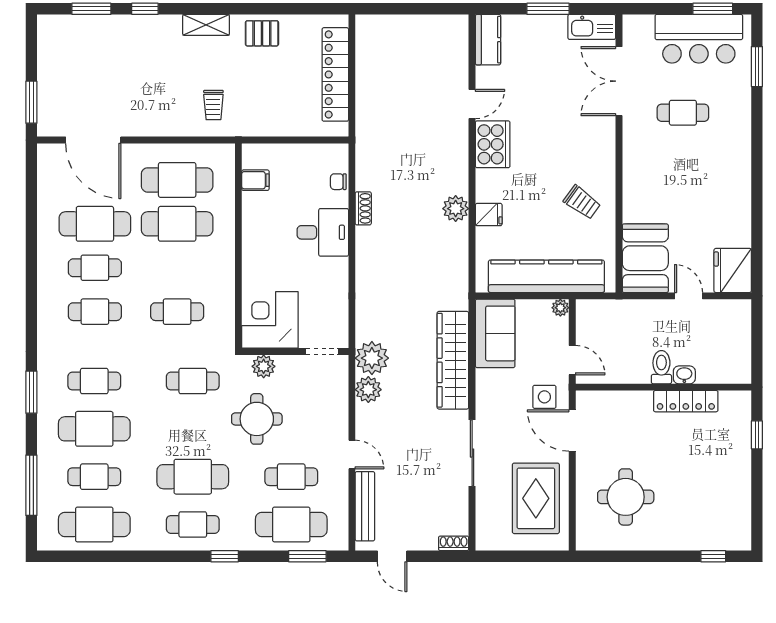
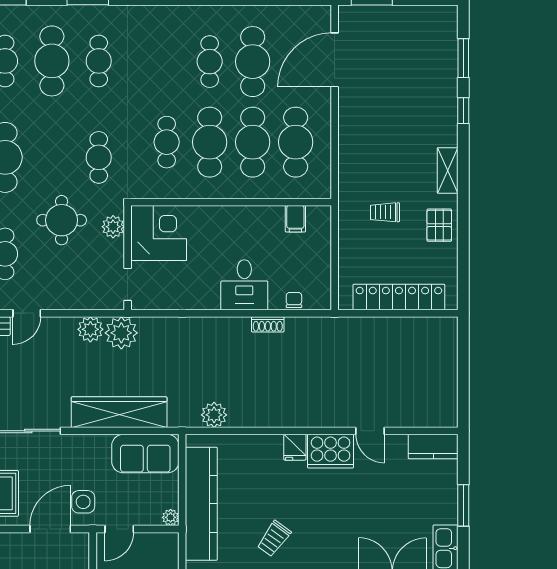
trolley: (213, 105) -> (385, 212), moved
plant: (456, 209) -> (214, 415), moved
fridge: (489, 215) -> (295, 447), moved
cafe table: (95, 312) -> (210, 142), moved, width x1.37, depth x1.35

